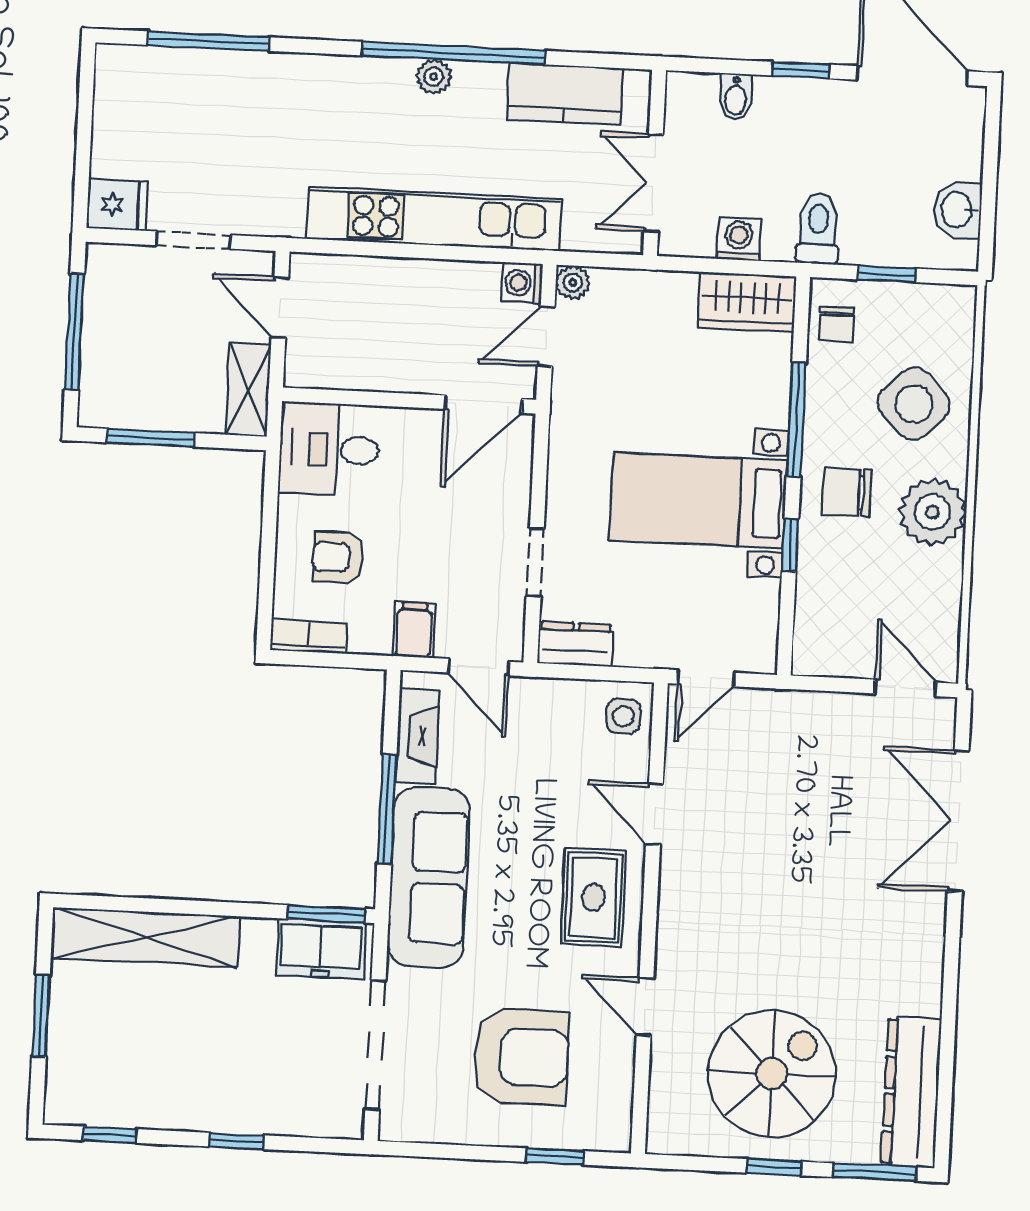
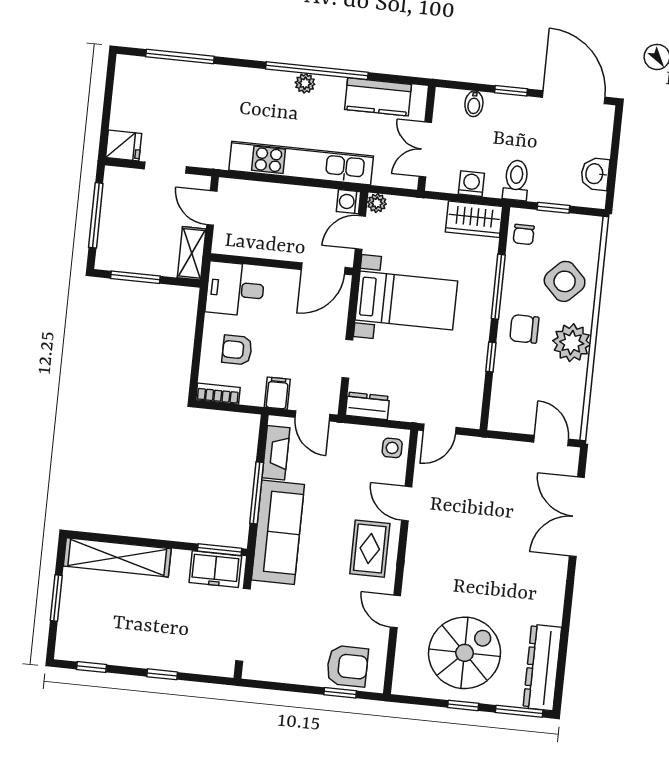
bed with nightstands: (698, 501) -> (406, 300), moved, turned 180
armchair: (521, 1057) -> (347, 666), moved, width x0.73, depth x0.73

